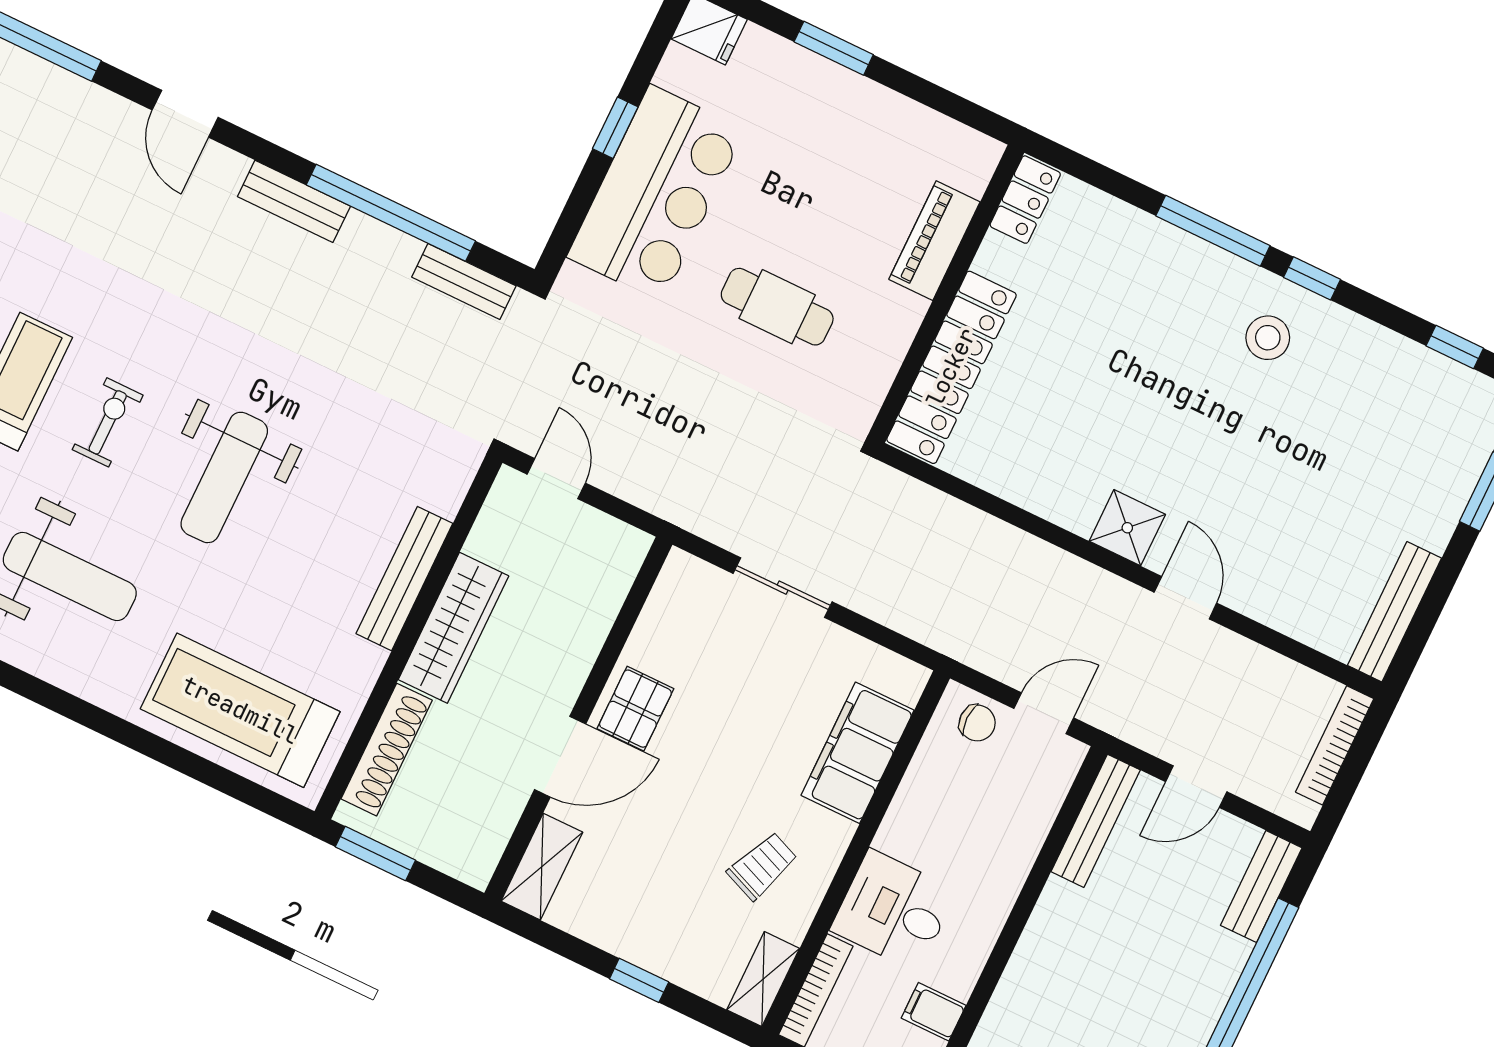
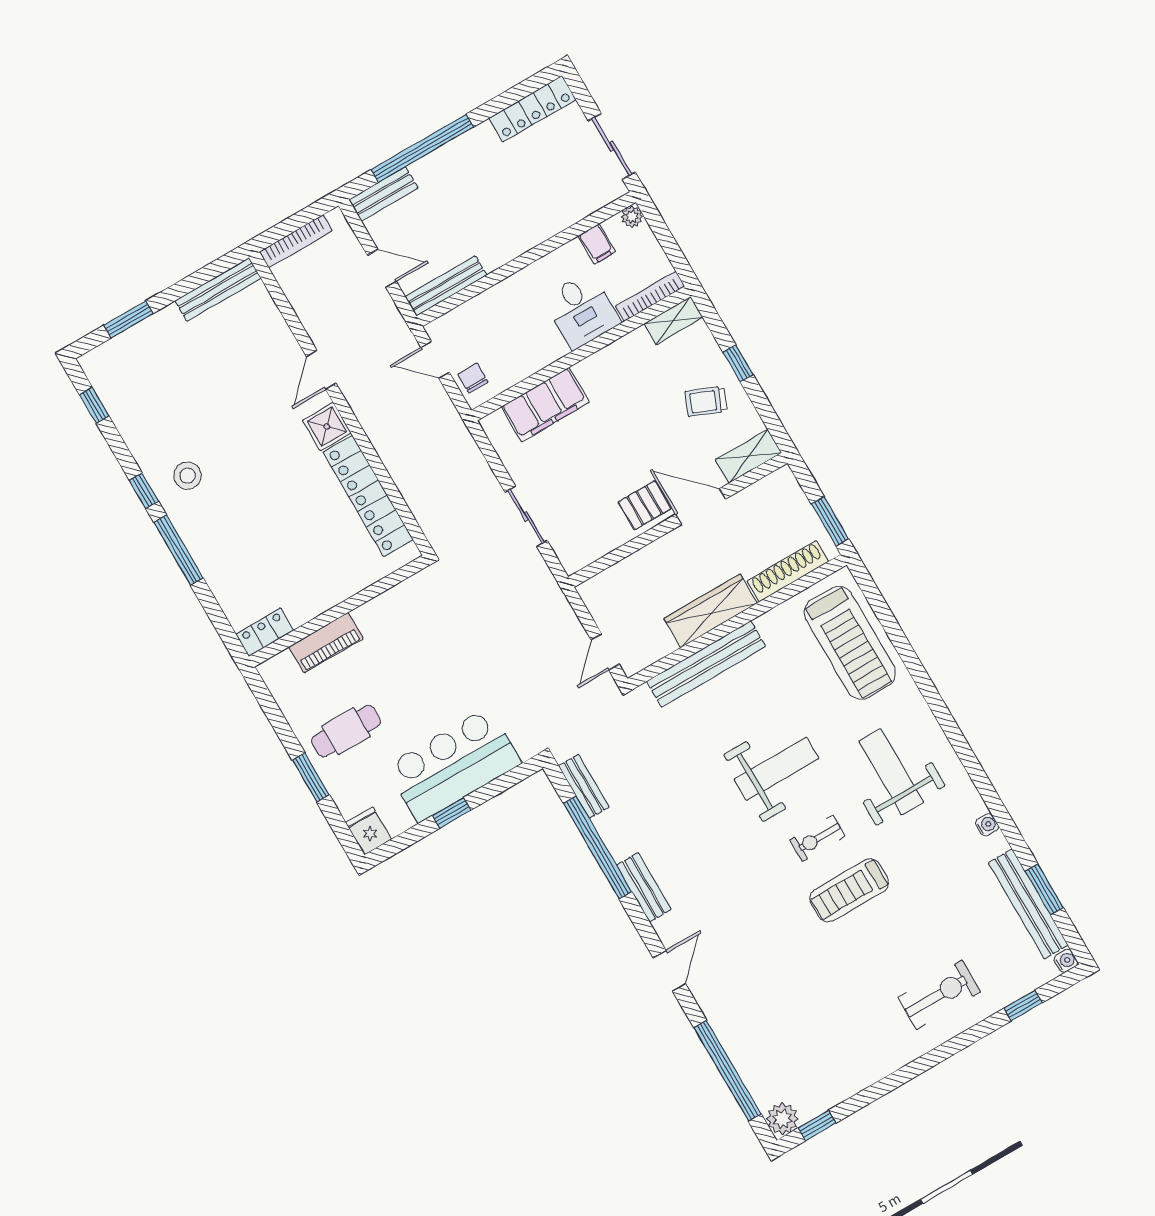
cafe table: (777, 307) -> (346, 731), moved, turned 90
locker: (951, 367) -> (368, 496), moved, turned -90
bench: (404, 579) -> (706, 664), width x1.37, depth x1.21
trolley: (762, 866) -> (706, 401), moved

